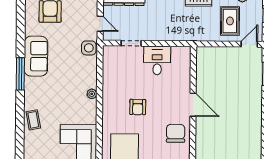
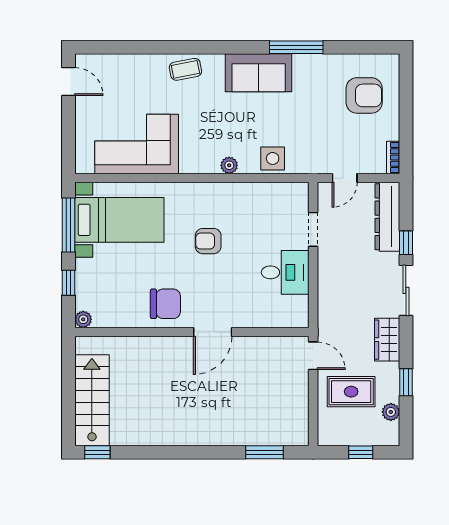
door: (249, 44) -> (313, 356), moved
side table: (89, 48) -> (273, 158), moved
sofa: (36, 56) -> (259, 73), moved
window: (20, 74) -> (296, 47), moved

